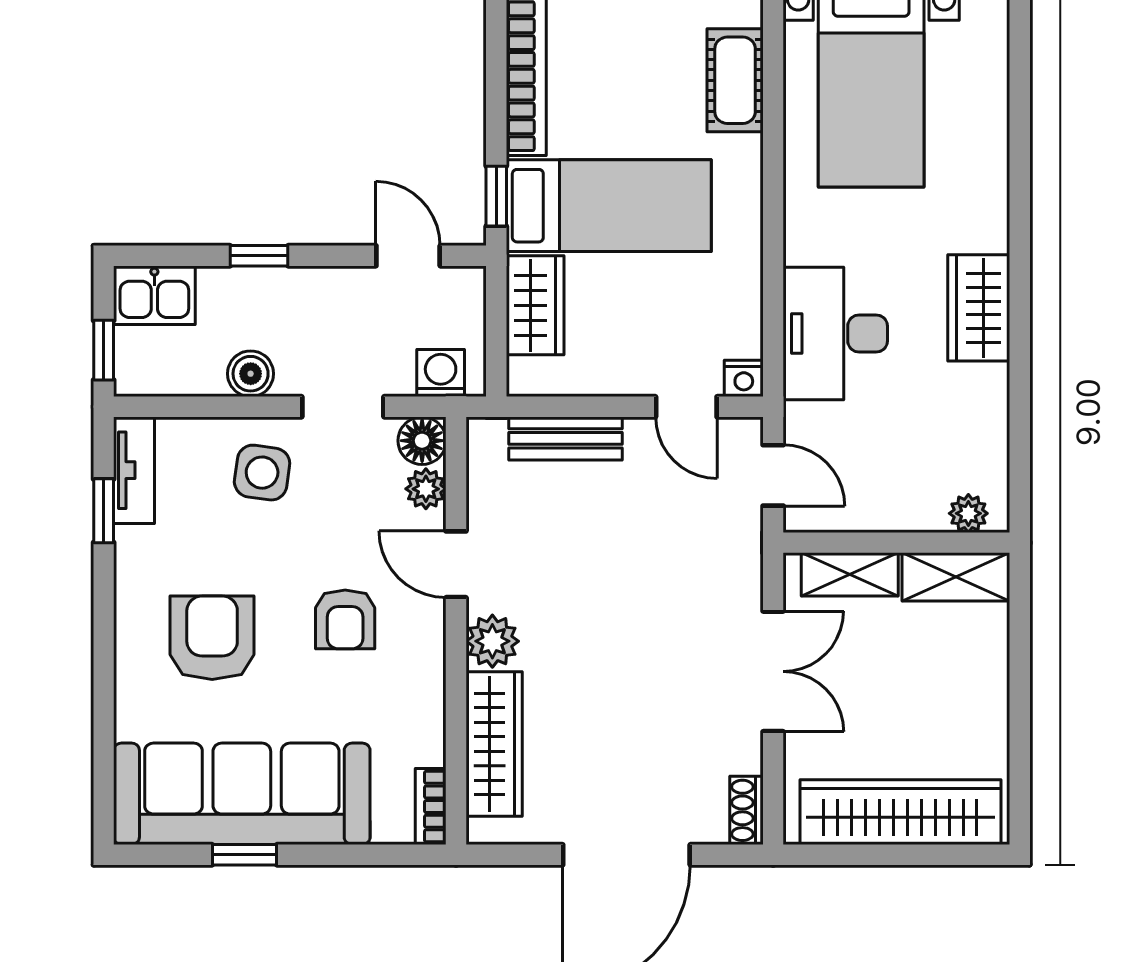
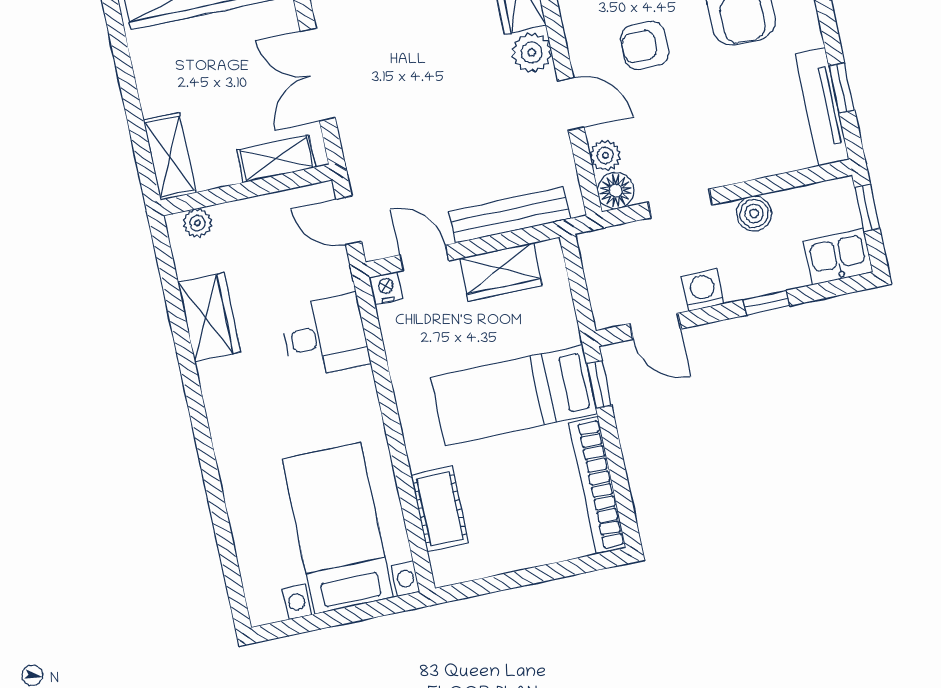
wardrobe: (535, 305) -> (501, 272), moved, turned -90
wardrobe: (979, 308) -> (209, 317), moved
desk: (835, 333) -> (325, 336), width x0.73
washing machine: (441, 373) -> (703, 290), moved, turned 180
bench: (565, 438) -> (509, 215), width x1.36
tv unit: (134, 470) -> (822, 107), width x1.41
side table: (262, 473) -> (730, 142), removed
shelving: (956, 577) -> (170, 156), moved, turned 90
armchair: (345, 619) -> (645, 45), turned -90

